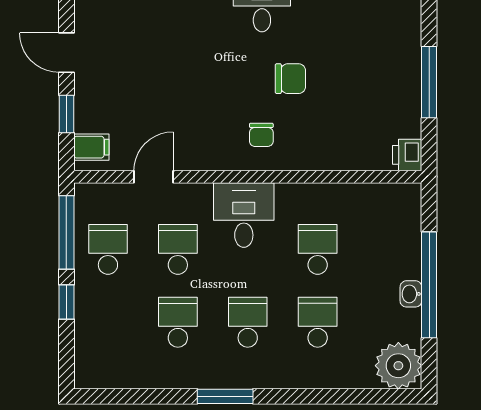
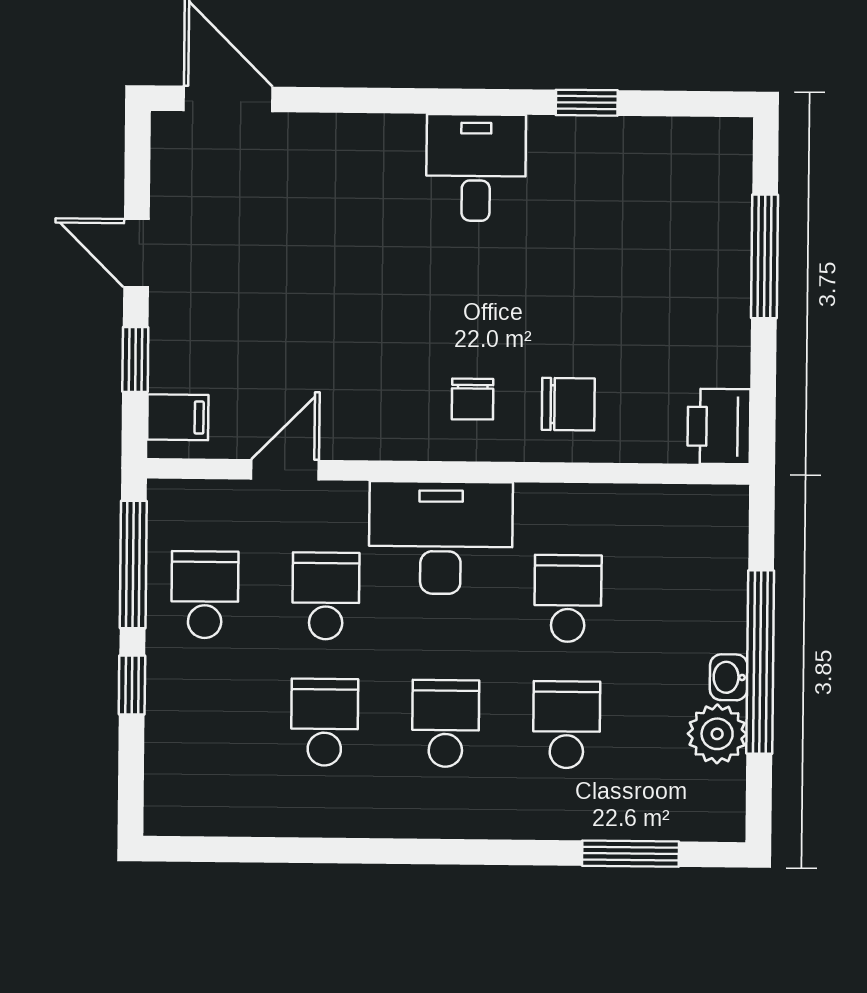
chair: (290, 79) -> (568, 404), moved
window: (429, 82) -> (764, 256), moved
printer: (407, 155) -> (719, 426), width x1.36, depth x1.24
desk: (244, 215) -> (441, 538), width x1.37
plant: (398, 366) -> (717, 734), moved, width x0.73, depth x0.73
window: (225, 396) -> (631, 854), moved

